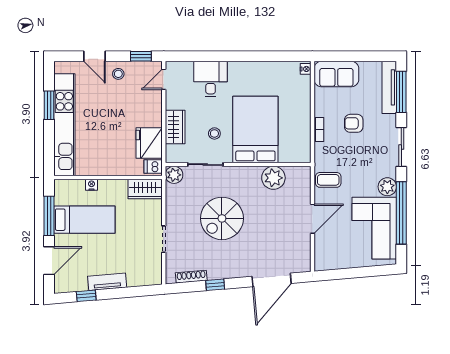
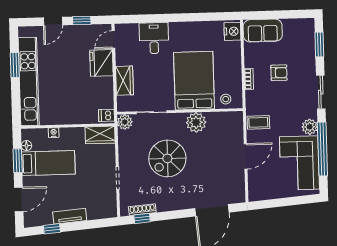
door: (95, 56) -> (53, 21), hinge flipped
window: (141, 56) -> (82, 21), moved
nightstand: (306, 69) -> (232, 31), width x1.89, depth x1.79
stool: (118, 74) -> (74, 36), removed
tv unit: (389, 87) -> (309, 41), removed
window: (401, 92) -> (319, 44), width x0.69
armchair: (354, 123) -> (279, 73), turned 180
stool: (214, 133) -> (226, 99), moved
fridge: (149, 143) -> (101, 63), moved
plant: (273, 178) -> (196, 122), moved
floor lamp: (60, 199) -> (26, 146), added
window: (49, 216) -> (18, 161), width x0.69
window: (215, 285) -> (142, 218), moved

